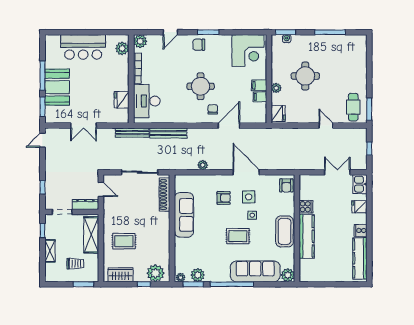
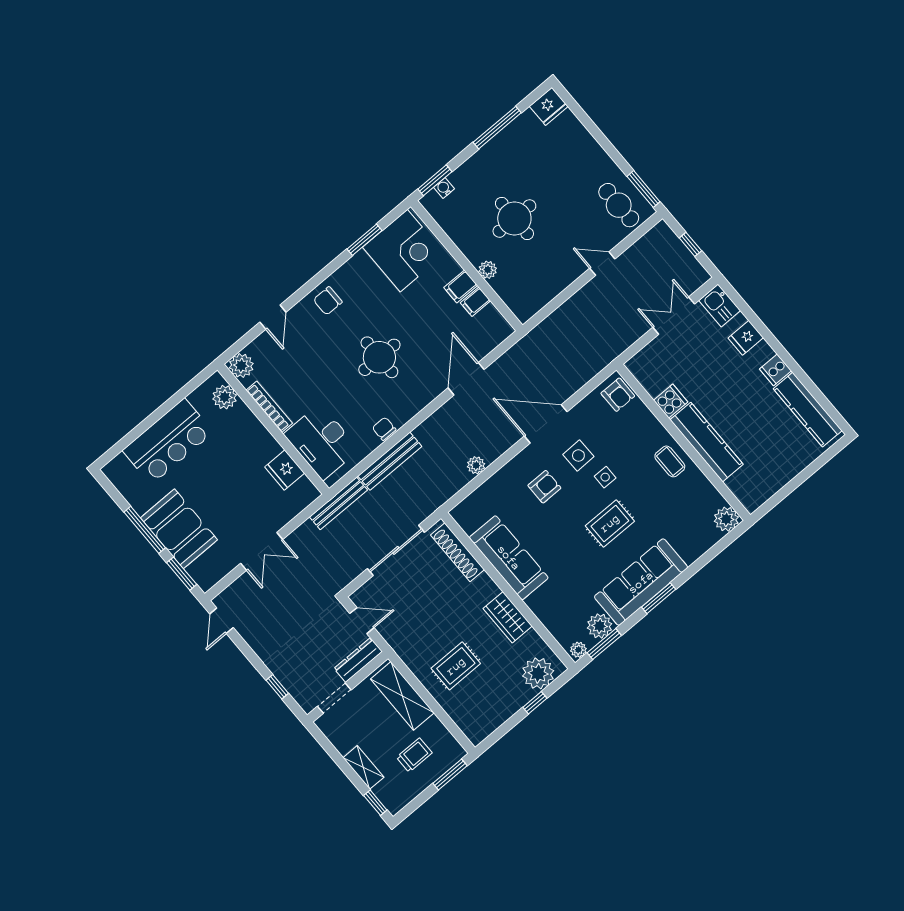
window: (208, 32) -> (364, 240), moved
chair: (213, 109) -> (384, 429), moved
fridge: (278, 114) -> (549, 106), moved, turned 90
window: (42, 231) -> (375, 803), moved
coffee table: (285, 231) -> (670, 461), width x0.54, depth x0.58
sofa: (255, 271) -> (641, 582), moved
wardrobe: (120, 275) -> (508, 617), moved, turned -90
window: (232, 284) -> (659, 598), width x0.47

